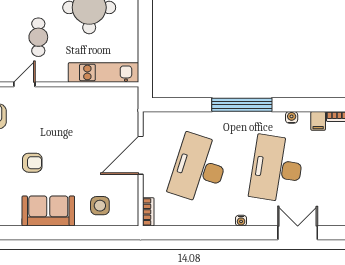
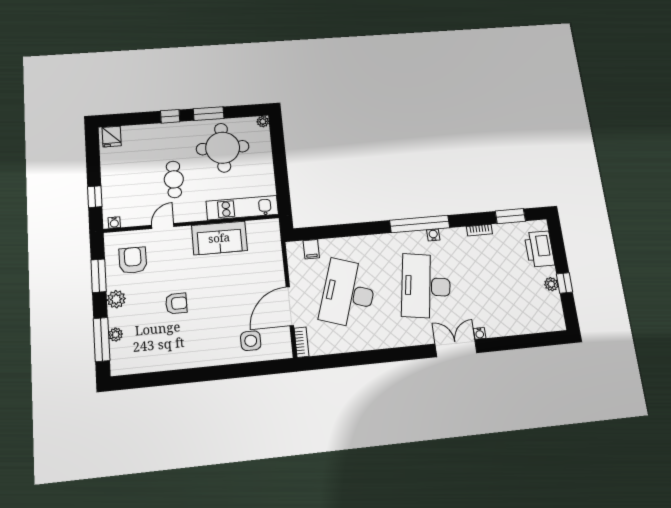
window: (242, 105) -> (420, 224), moved
filing cabinet: (318, 121) -> (311, 249), moved
door: (141, 155) -> (290, 306), moved
sofa: (48, 211) -> (219, 238), moved, turned 180
water cooler: (241, 221) -> (480, 333), moved

